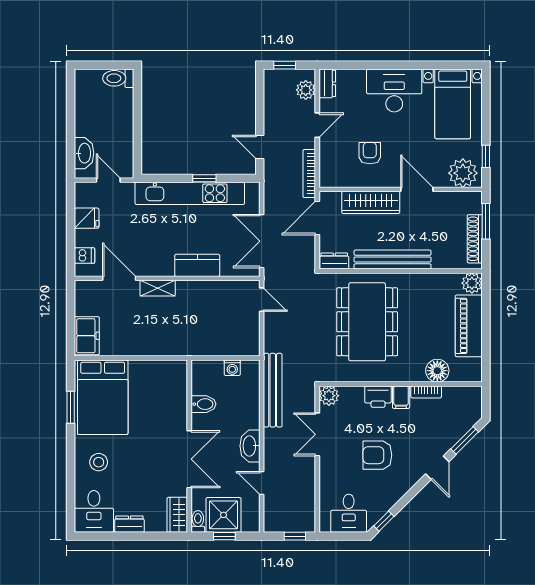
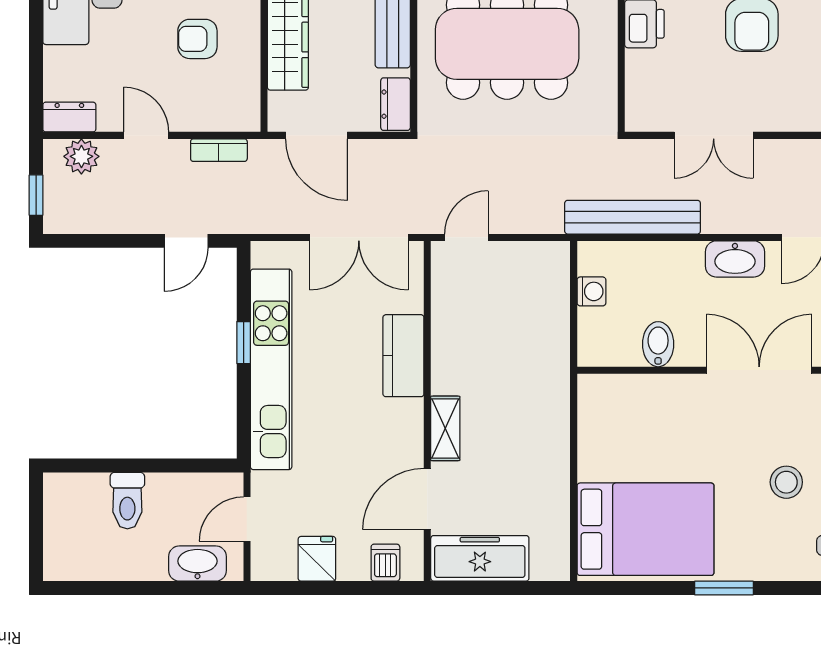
toilet: (118, 78) -> (127, 501), moved
bookcase: (309, 174) -> (219, 150), width x0.64
freezer: (87, 336) -> (480, 558), moved, width x1.40
plant: (329, 396) -> (643, 114), removed
window: (71, 407) -> (724, 588), moved
stool: (99, 462) -> (786, 482), moved

